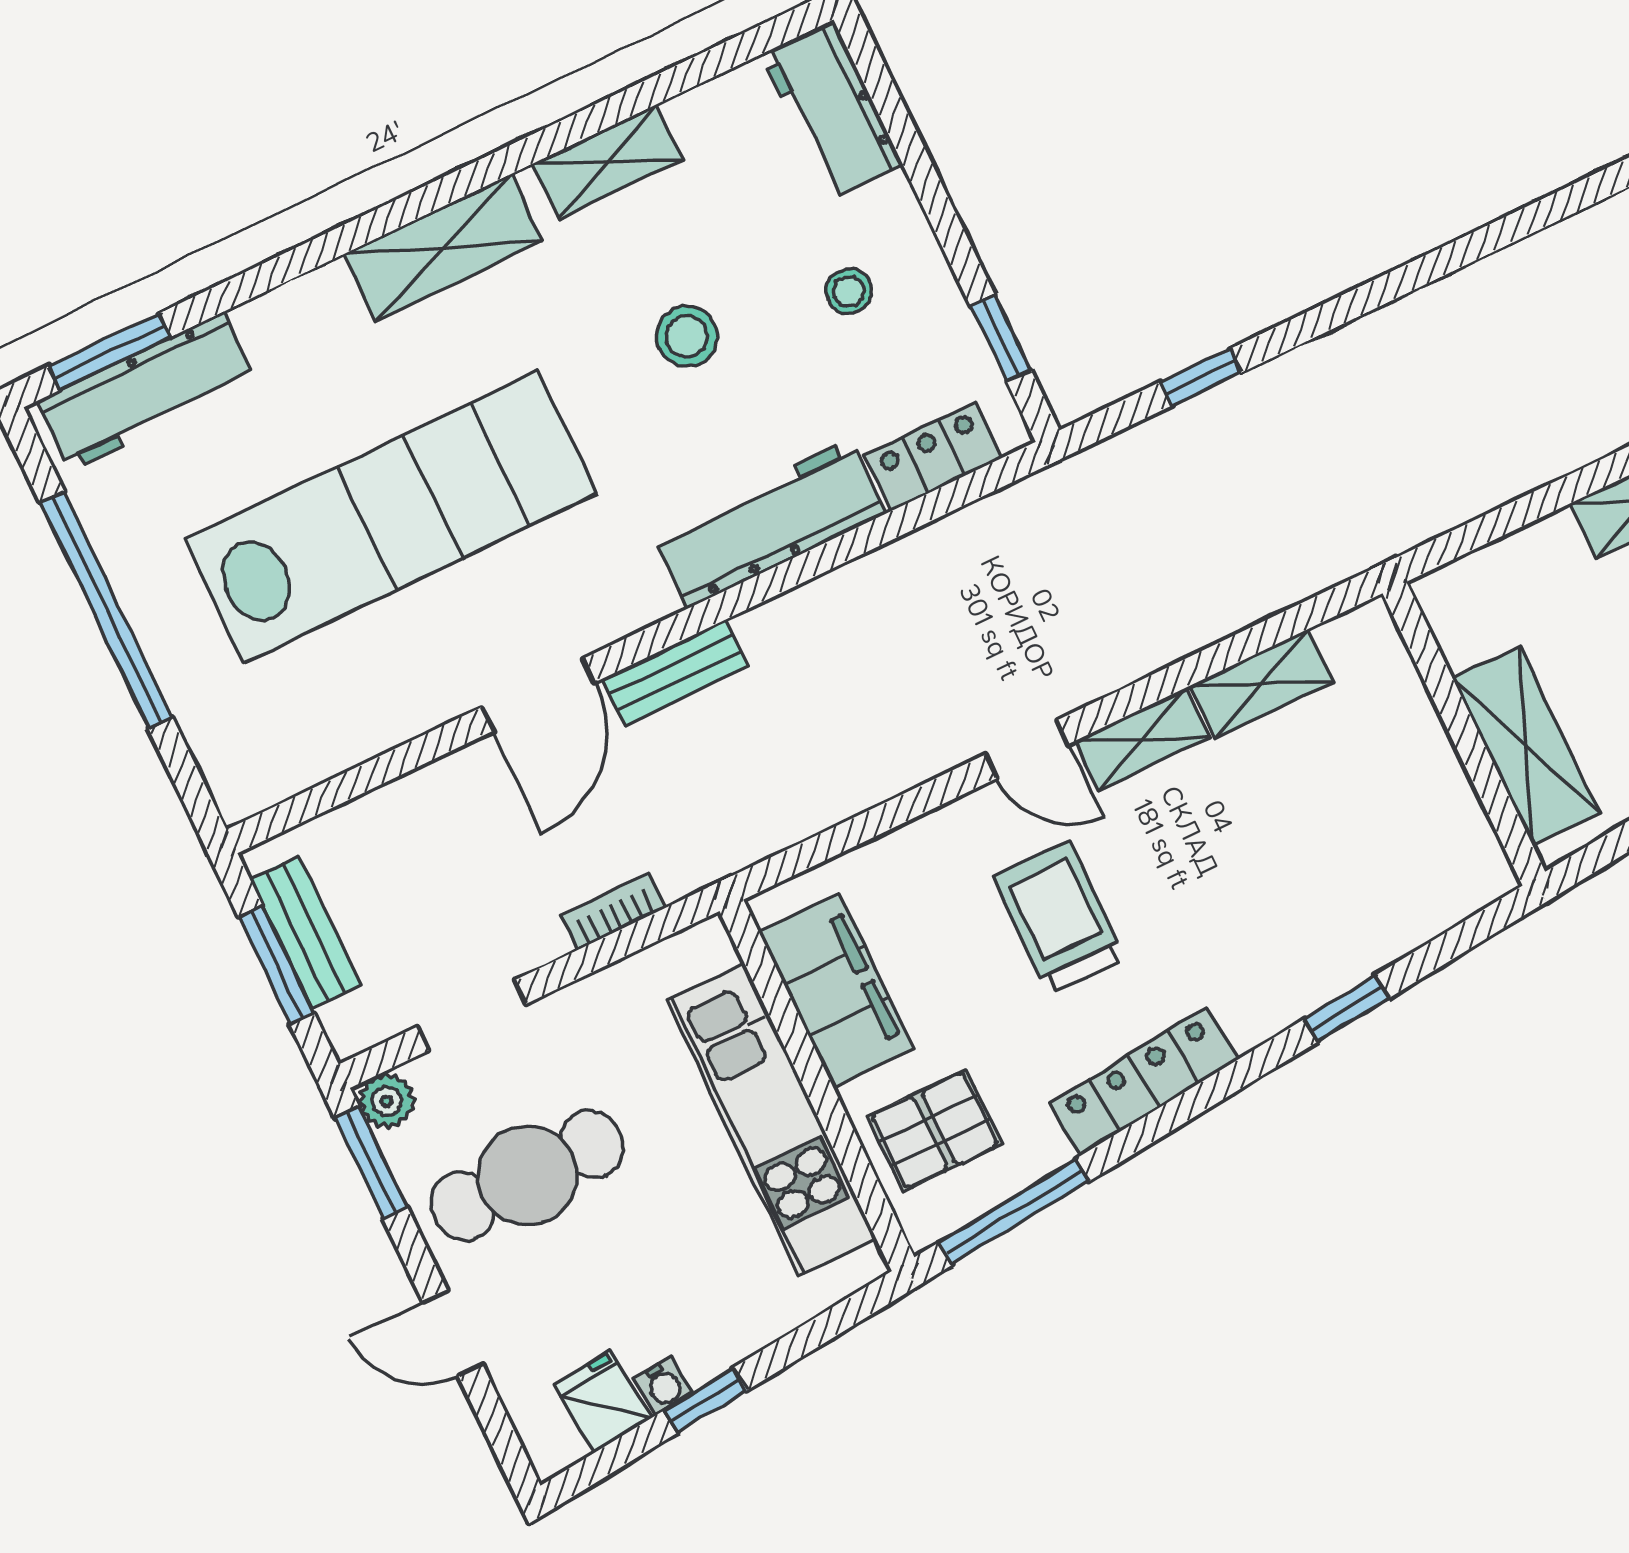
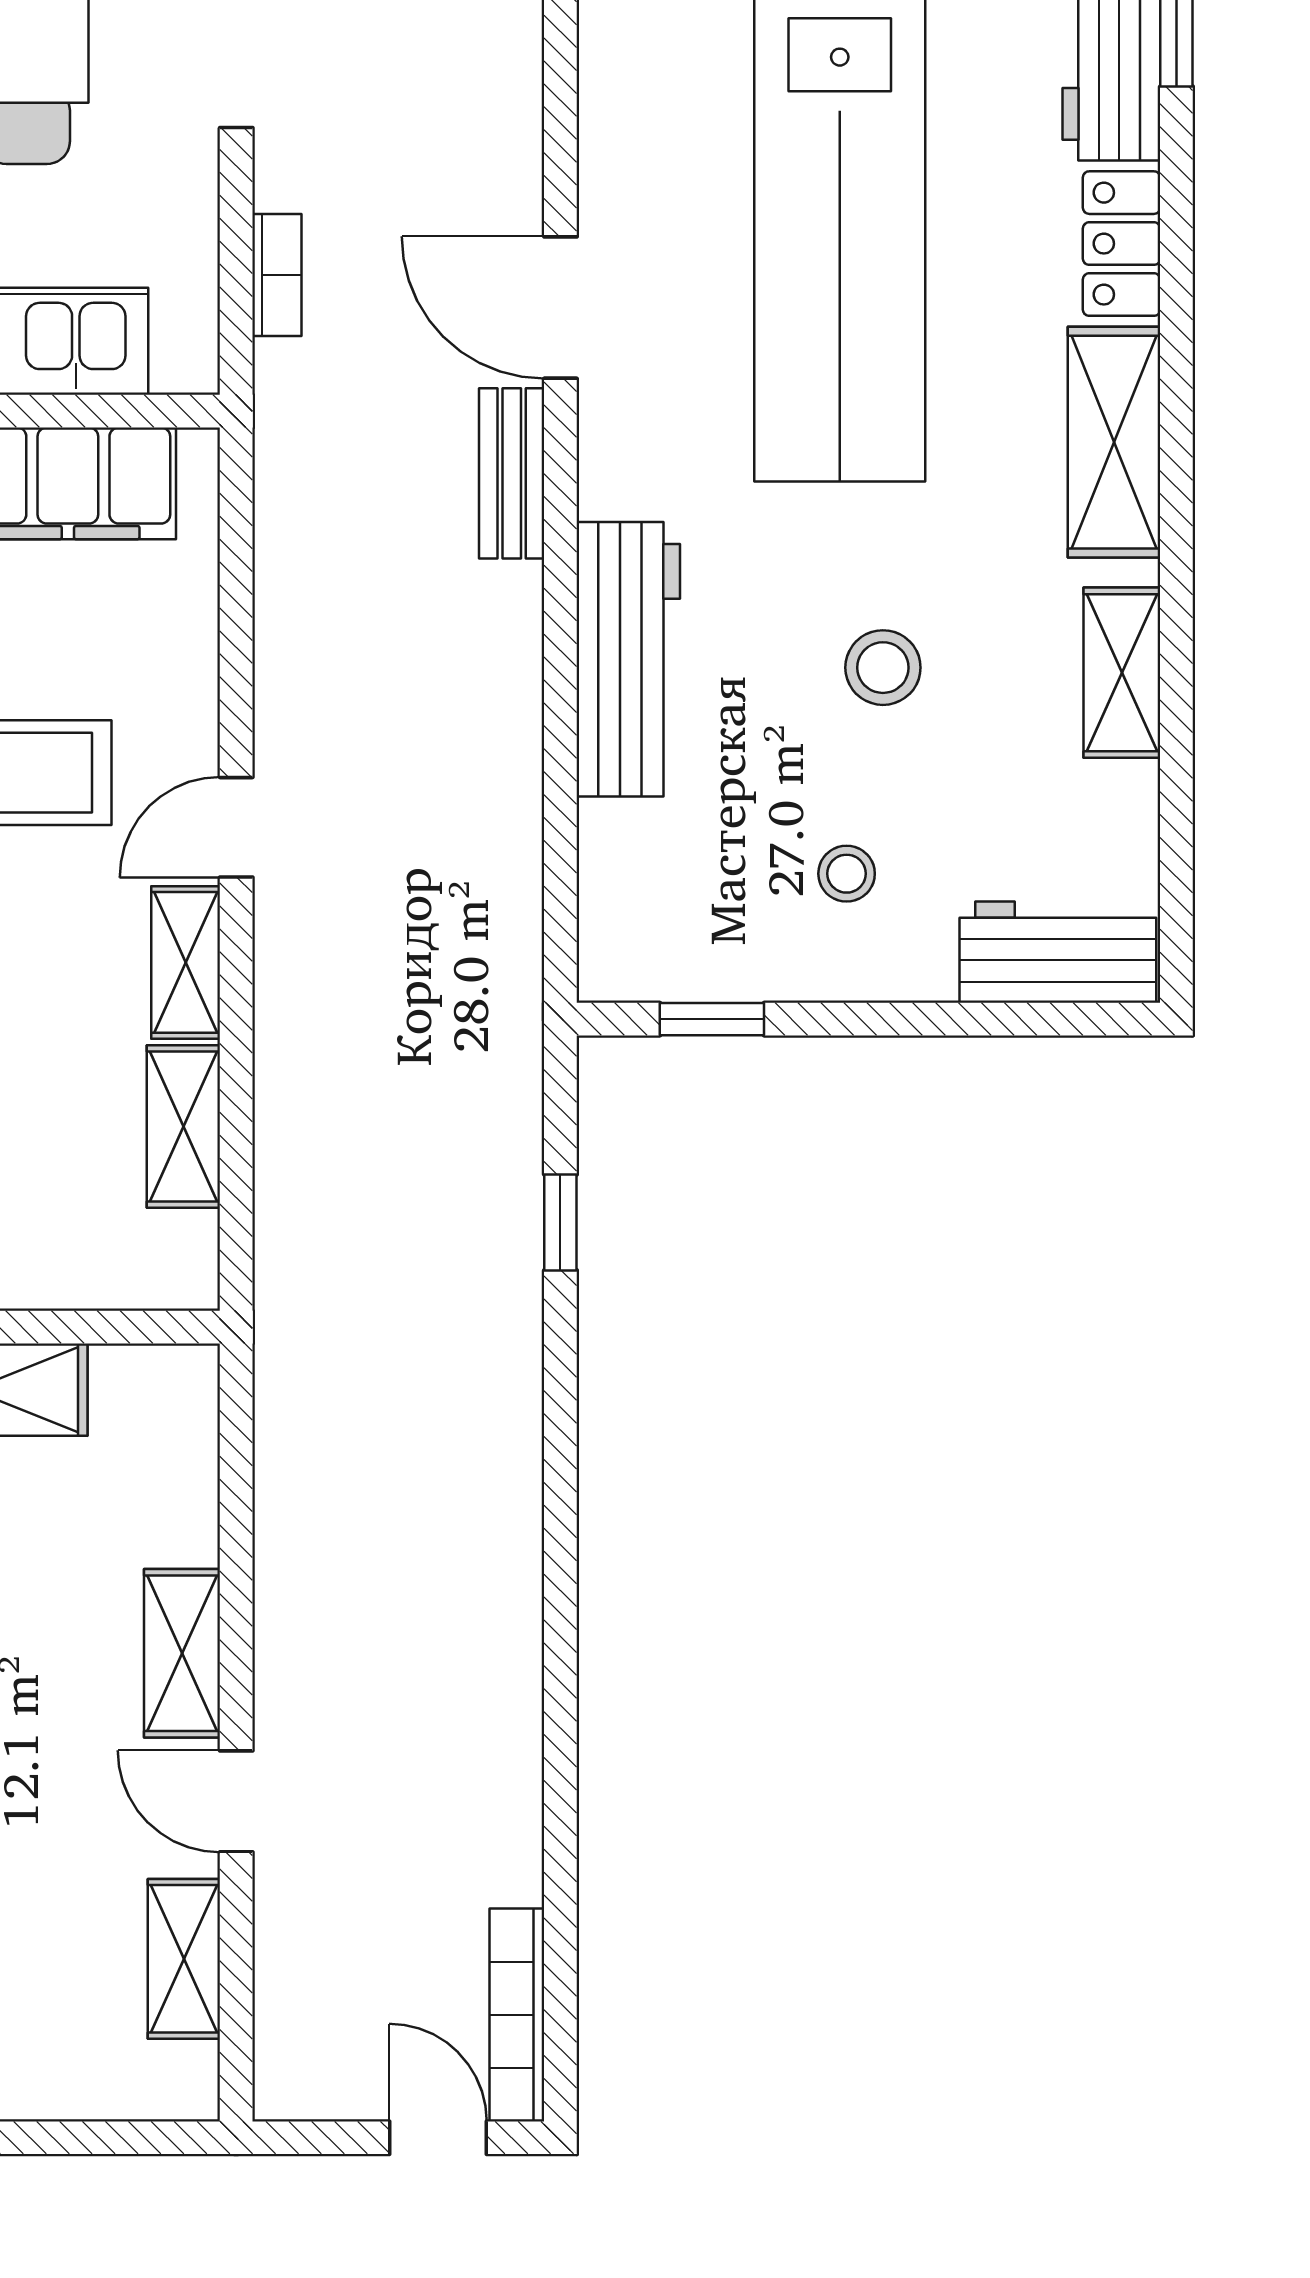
locker: (933, 457) -> (1122, 244), moved, turned 180

